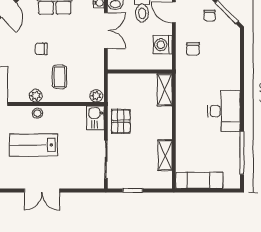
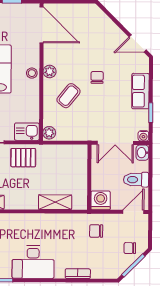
bookcase: (235, 67) -> (78, 274), added
wall: (140, 71) -> (89, 177), moved
coffee table: (59, 77) -> (69, 96), turned -51

